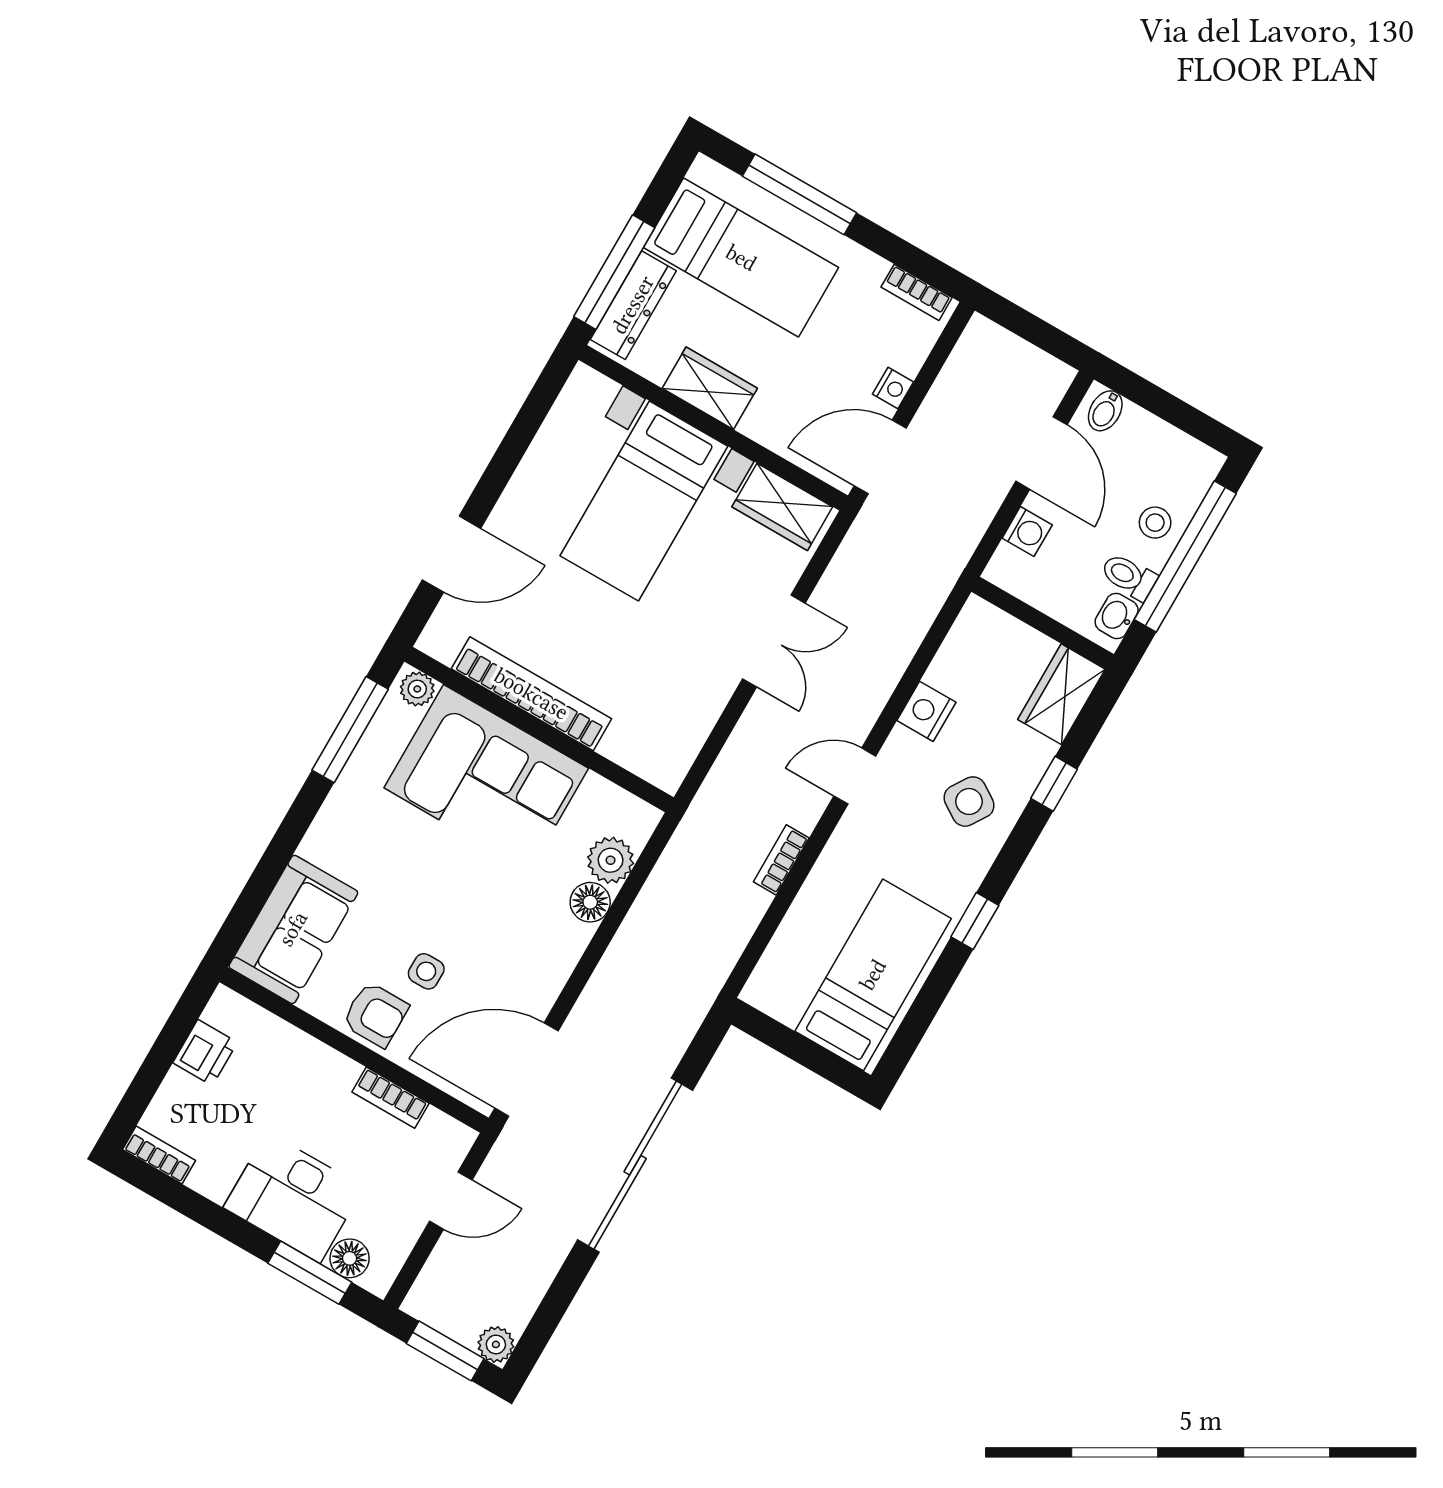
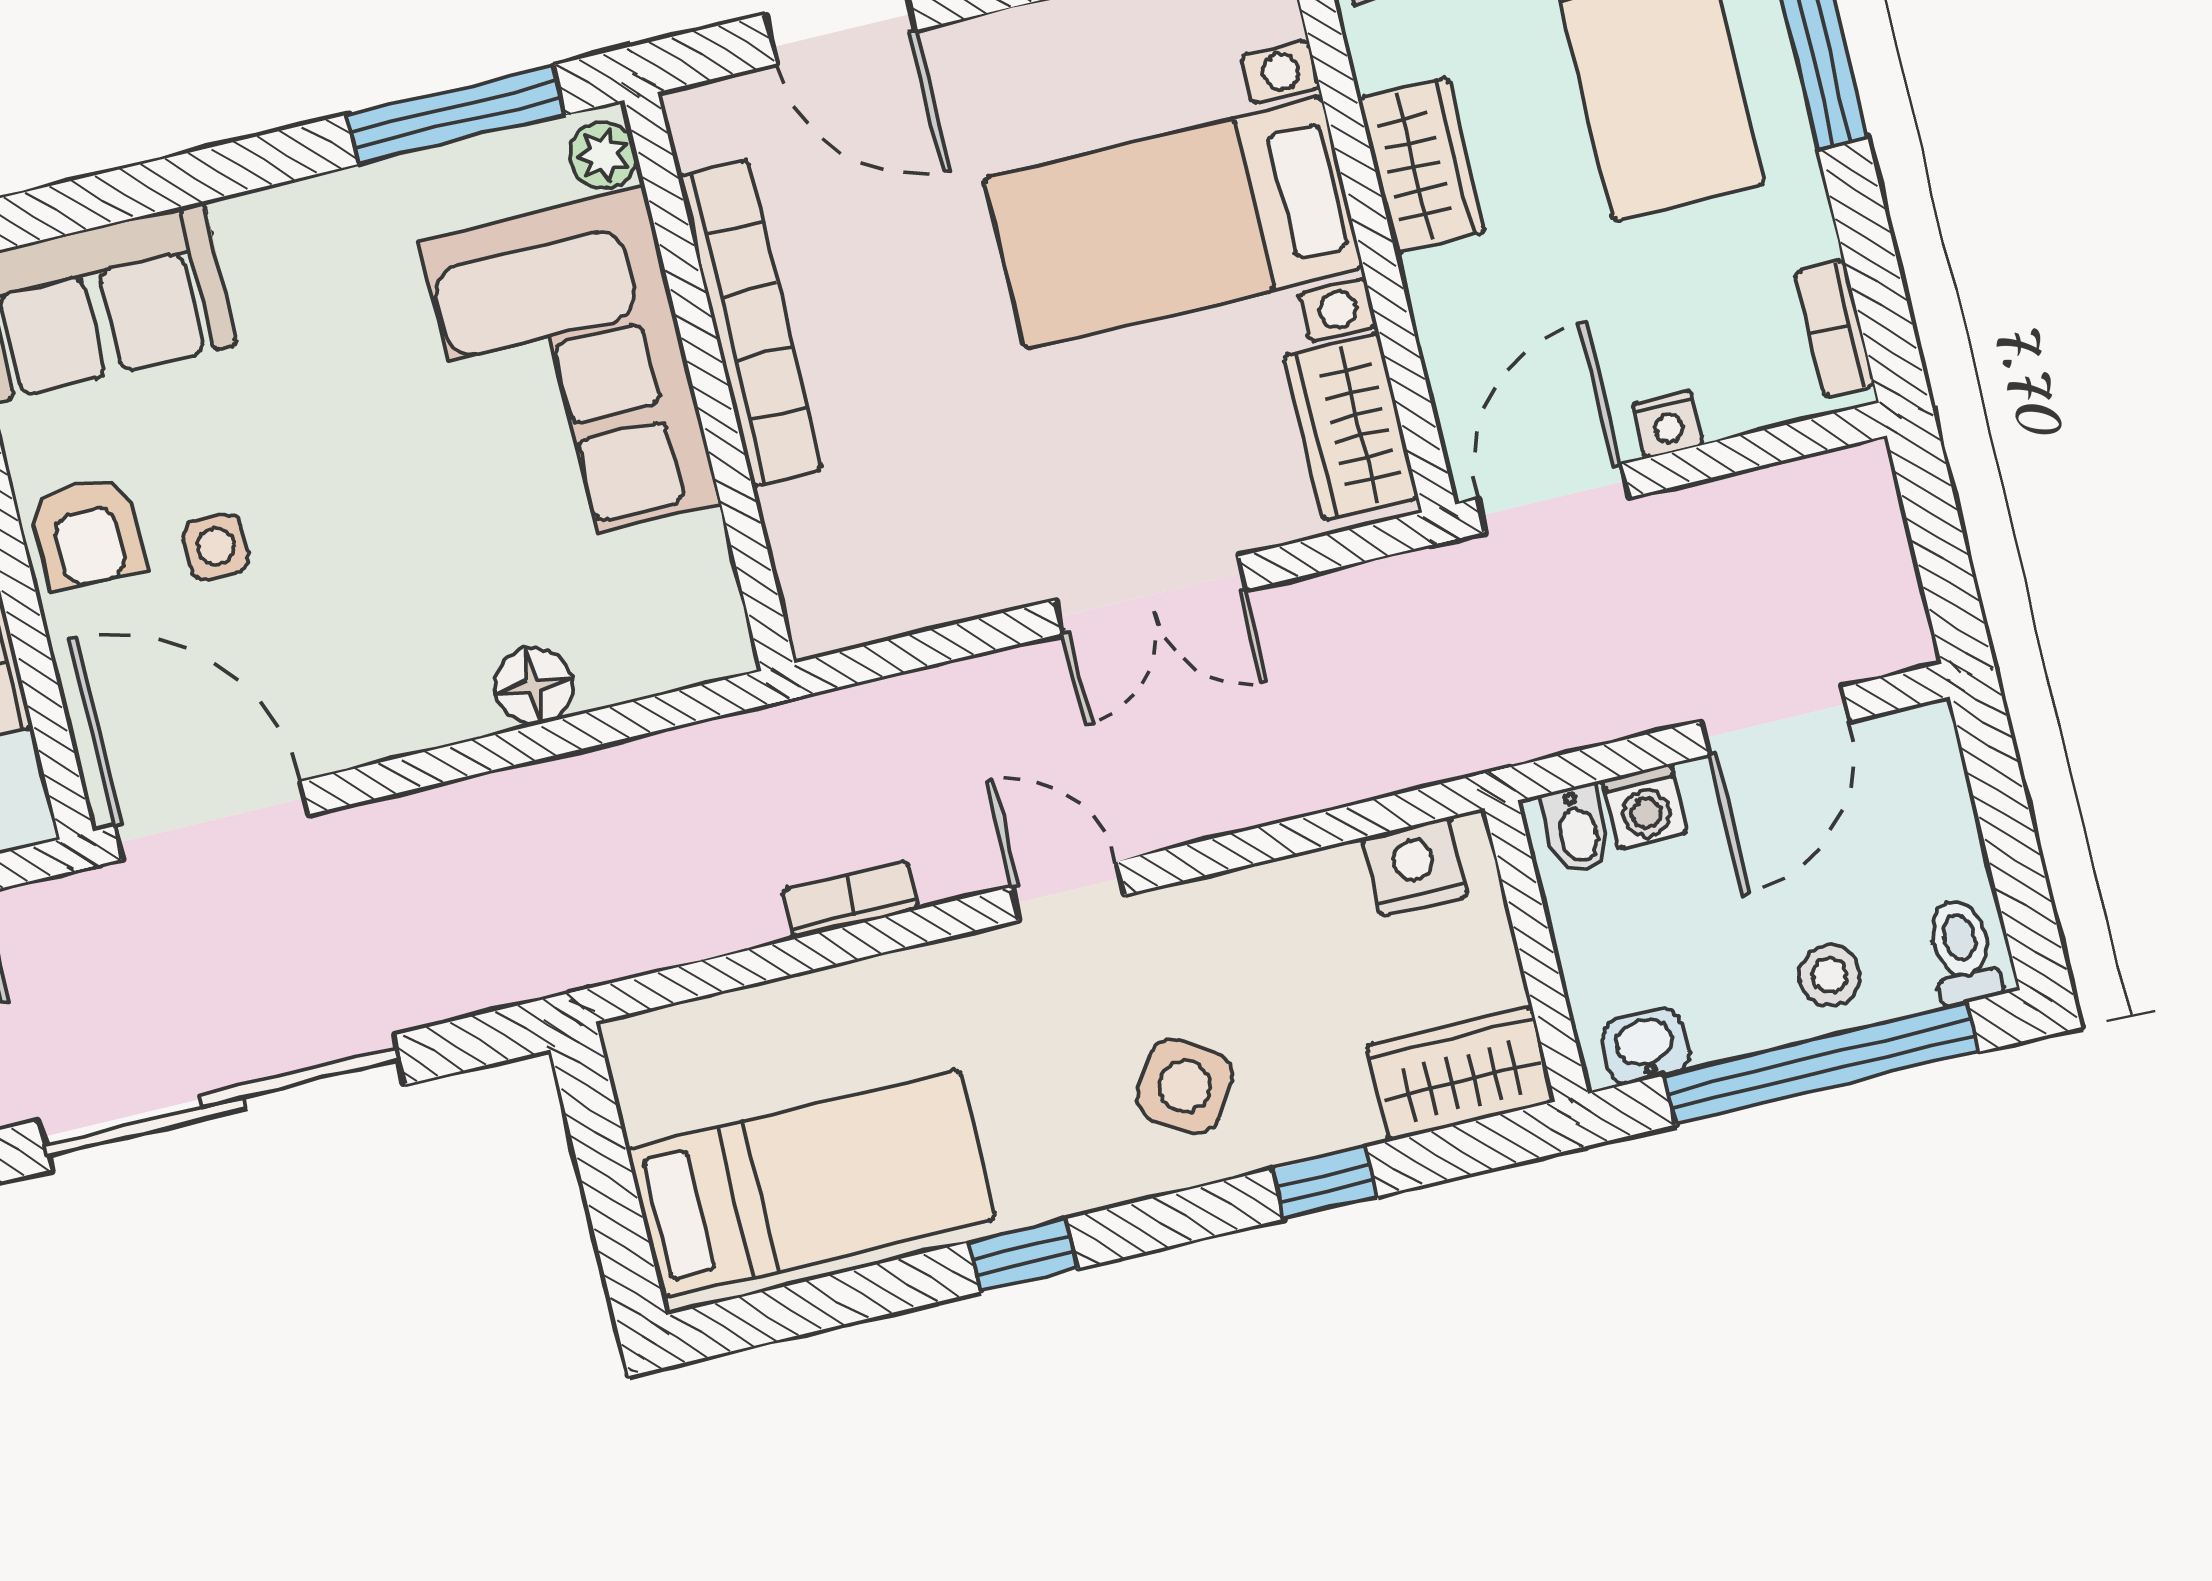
bidet: (1105, 411) -> (1577, 829), moved, turned -90
door: (880, 457) -> (1553, 498), hinge flipped
toilet: (1129, 576) -> (1963, 951), moved
nightstand: (926, 711) -> (1415, 867), moved
plant: (611, 860) -> (621, 658), removed

